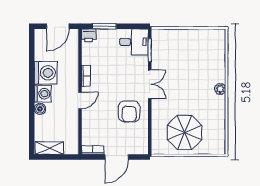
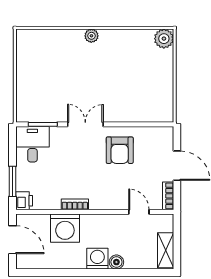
washing machine: (46, 73) -> (65, 228), moved, turned 180
door: (80, 100) -> (139, 212), moved
armchair: (129, 111) -> (120, 150), turned 90
parasol: (185, 132) -> (146, 81), removed
plant: (218, 147) -> (164, 39), added

